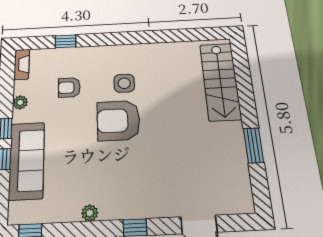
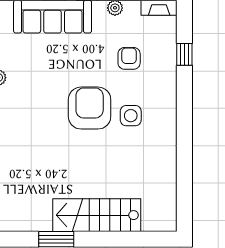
stairs: (220, 81) -> (97, 215), moved

